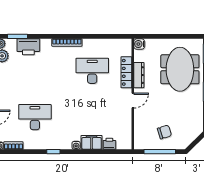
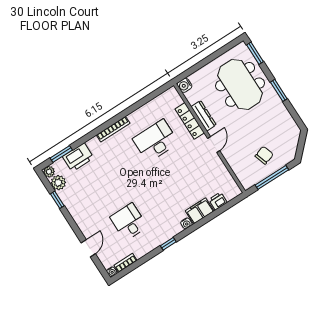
desk: (35, 117) -> (129, 222), width x0.73

